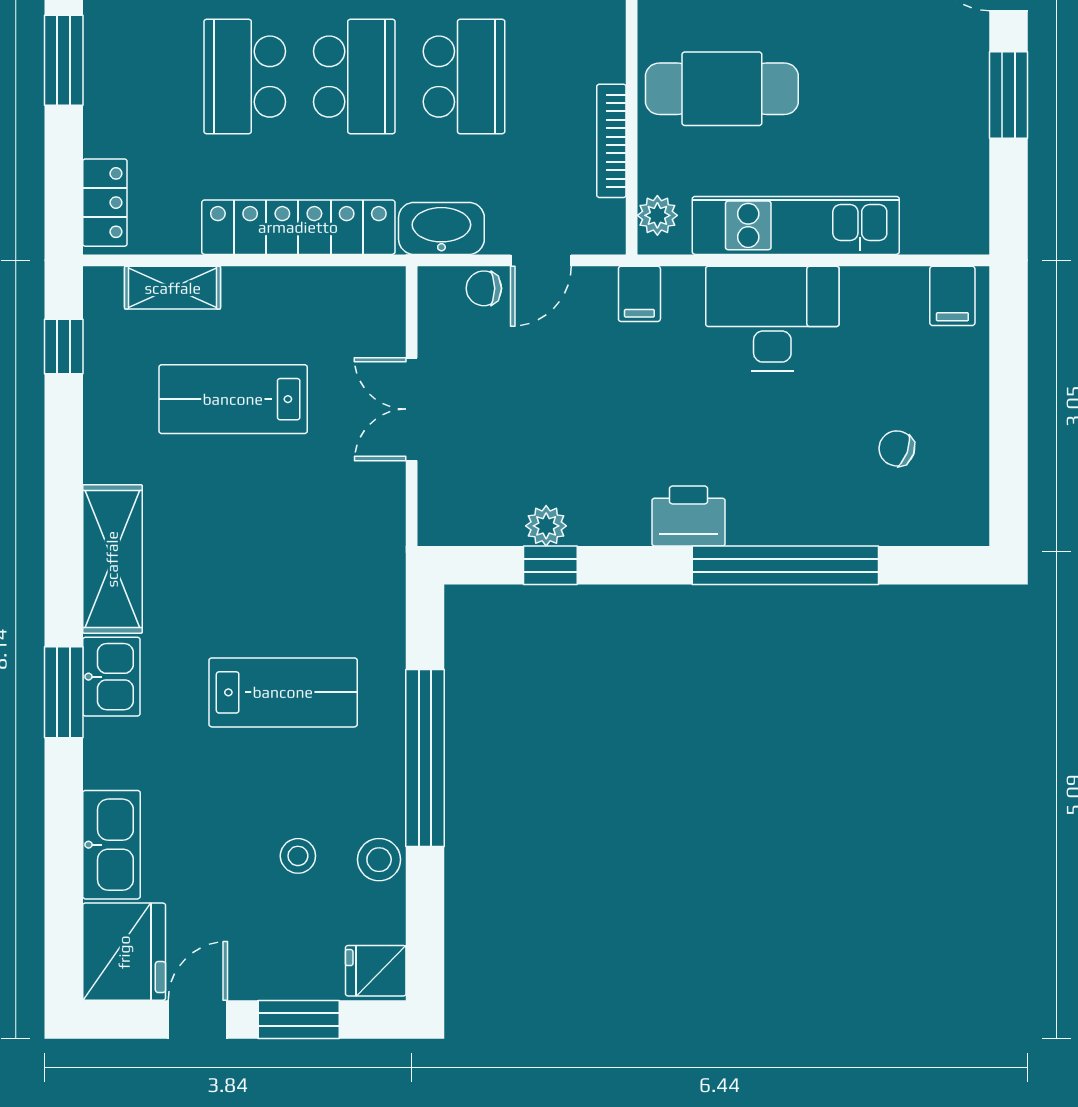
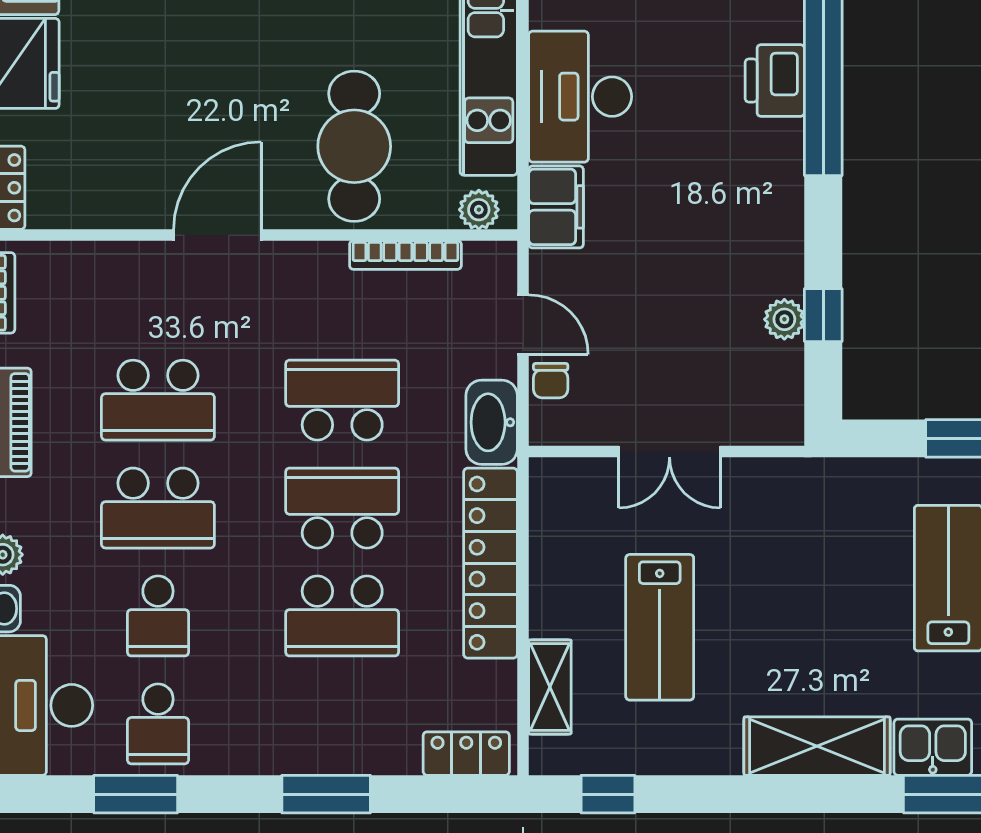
filing cabinet: (639, 294) -> (556, 207), width x2.00
printer: (689, 516) -> (775, 80), moved

